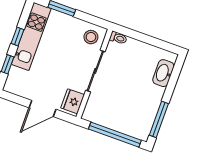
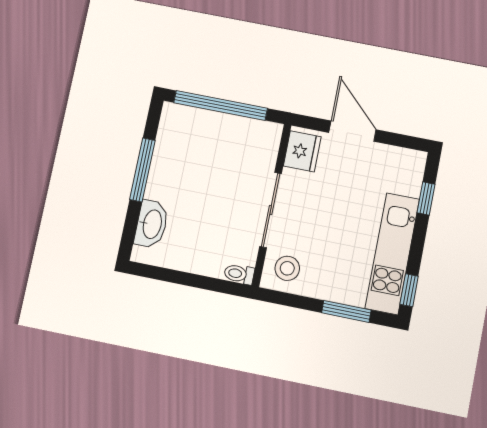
window: (18, 36) -> (409, 290), moved
door: (43, 109) -> (352, 131), hinge flipped
window: (159, 119) -> (142, 170), moved

